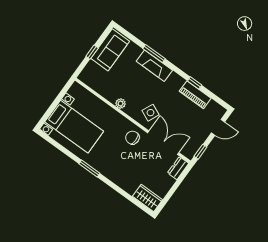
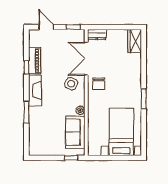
sofa: (110, 50) -> (75, 132), moved, turned -90
window: (92, 52) -> (71, 158), moved
fireplace: (154, 66) -> (35, 90), moved

